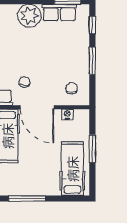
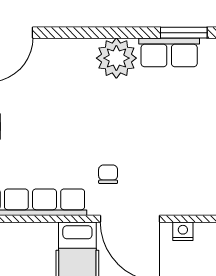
chair: (72, 88) -> (191, 186), removed

